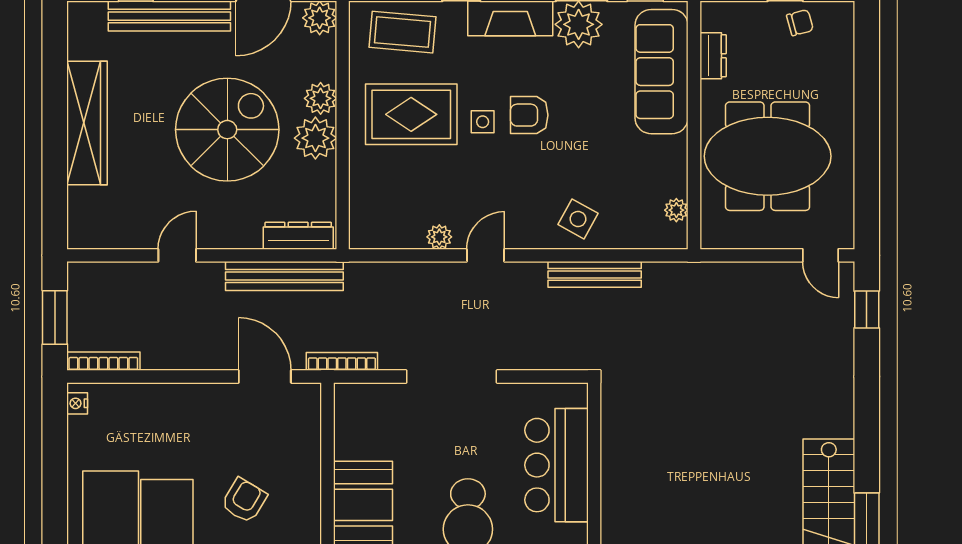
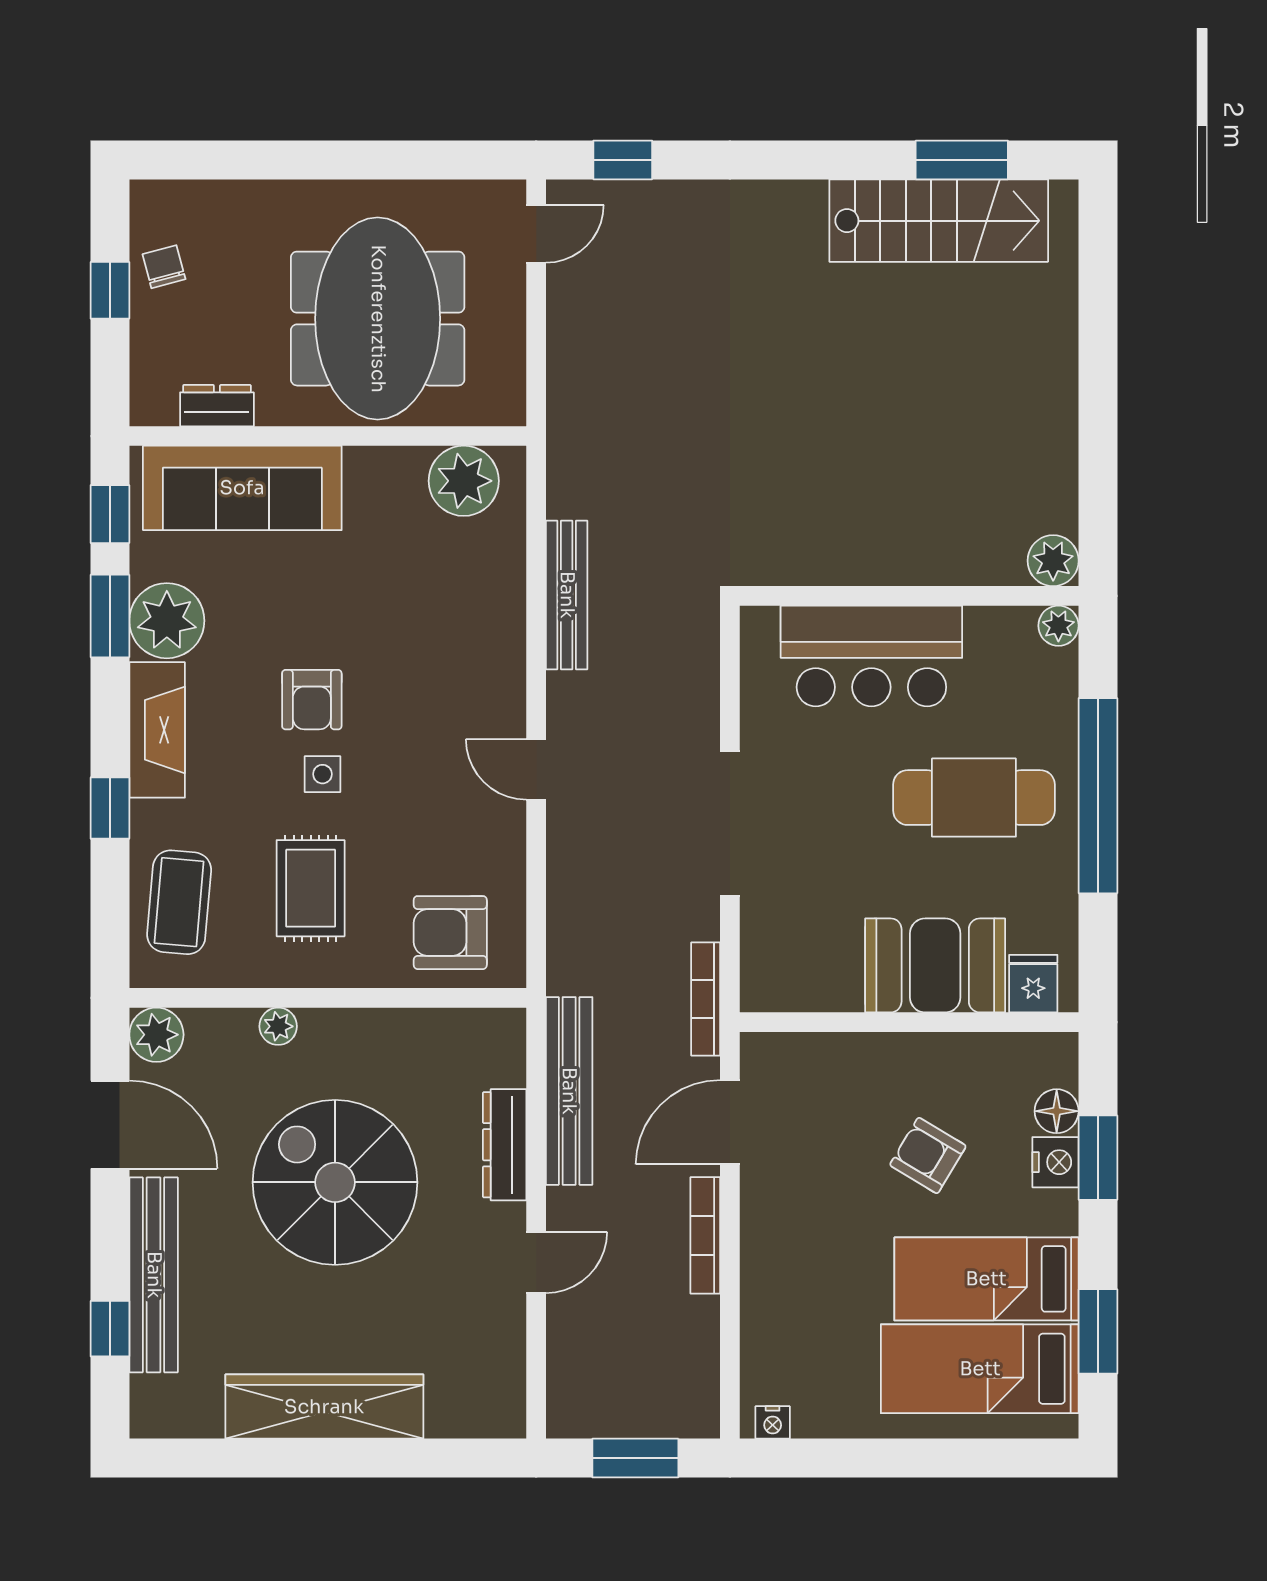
plant: (321, 98) -> (278, 1026), width x0.73, depth x0.73
rug: (411, 114) -> (311, 888), width x0.73, depth x0.70
plant: (315, 138) -> (349, 1041), removed
armchair: (384, 202) -> (450, 933), added
plant: (676, 210) -> (464, 481), width x1.88, depth x1.88
side table: (578, 219) -> (478, 622), removed
dresser: (298, 236) -> (505, 1145), moved
plant: (439, 237) -> (507, 843), removed
door: (177, 255) -> (536, 1262), swing flipped
bookcase: (103, 361) -> (705, 1235), moved

